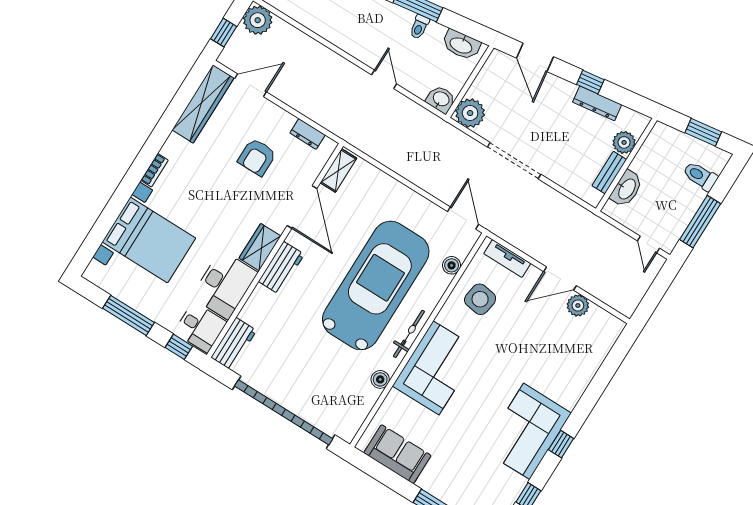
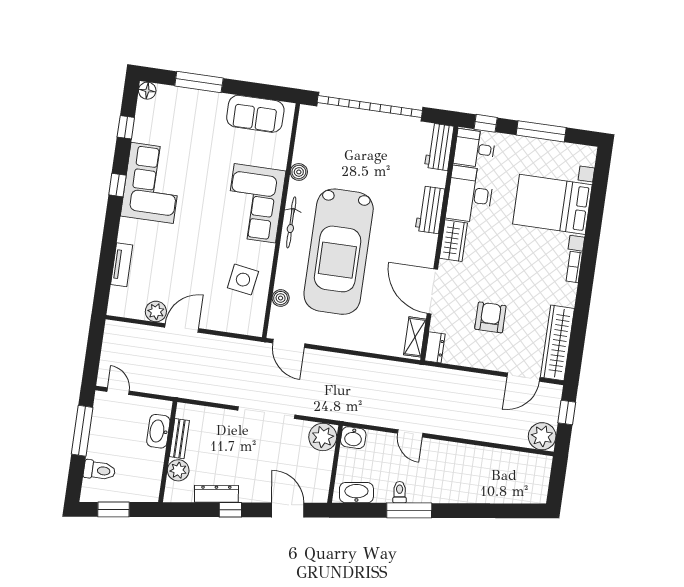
dresser: (308, 134) -> (435, 347), moved, turned 90
tv unit: (507, 259) -> (122, 265), moved, turned 90
workbench: (281, 268) -> (430, 210), moved

